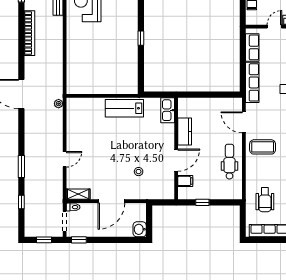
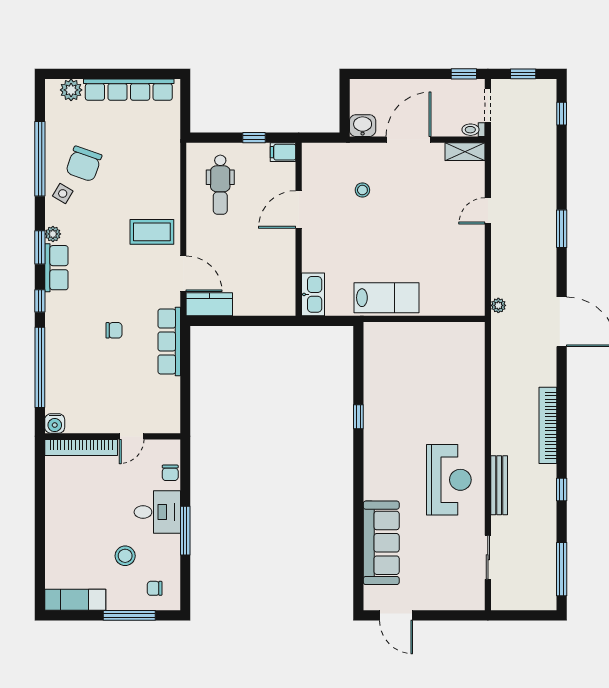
row of seats: (252, 47) -> (169, 401), removed
kitchen counter: (185, 131) -> (209, 304), moved, turned 90
dental chair: (229, 162) -> (220, 185), moved
window: (21, 166) -> (562, 229), moved
filing cabinet: (185, 181) -> (283, 152), moved
wheelchair: (265, 200) -> (148, 142), removed
window: (21, 202) -> (562, 114), moved
washbasin: (140, 229) -> (363, 126), moved, turned -90

